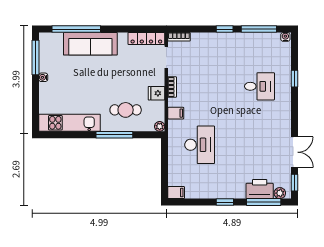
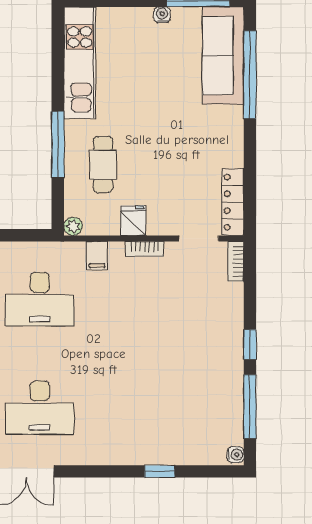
sofa: (90, 44) -> (223, 56), moved
desk: (259, 86) -> (40, 408), moved, width x1.37

